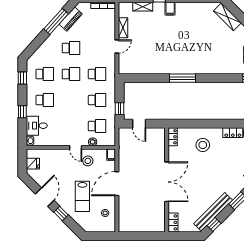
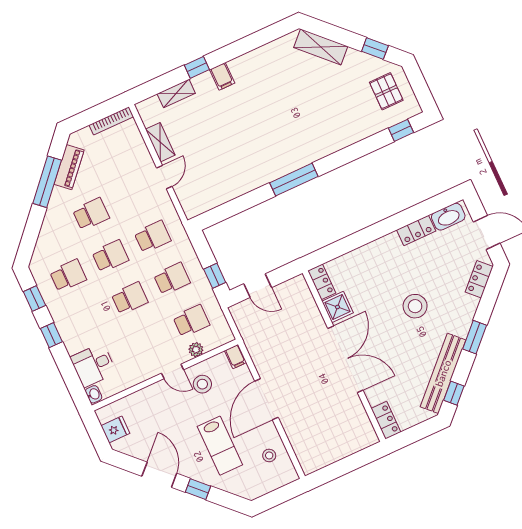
school desk: (45, 100) -> (130, 298), moved
window: (22, 112) -> (51, 335), moved
stool: (203, 145) -> (415, 306), moved
shower: (175, 153) -> (337, 307), added

